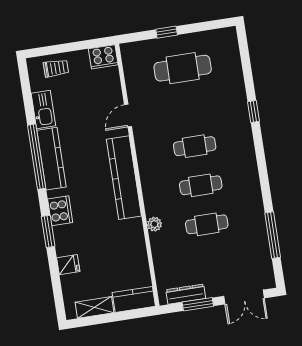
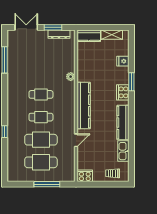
window: (167, 32) -> (47, 184), width x2.17
window: (37, 157) -> (131, 125), removed
cafe table: (207, 224) -> (41, 140), moved, width x1.37, depth x1.35

